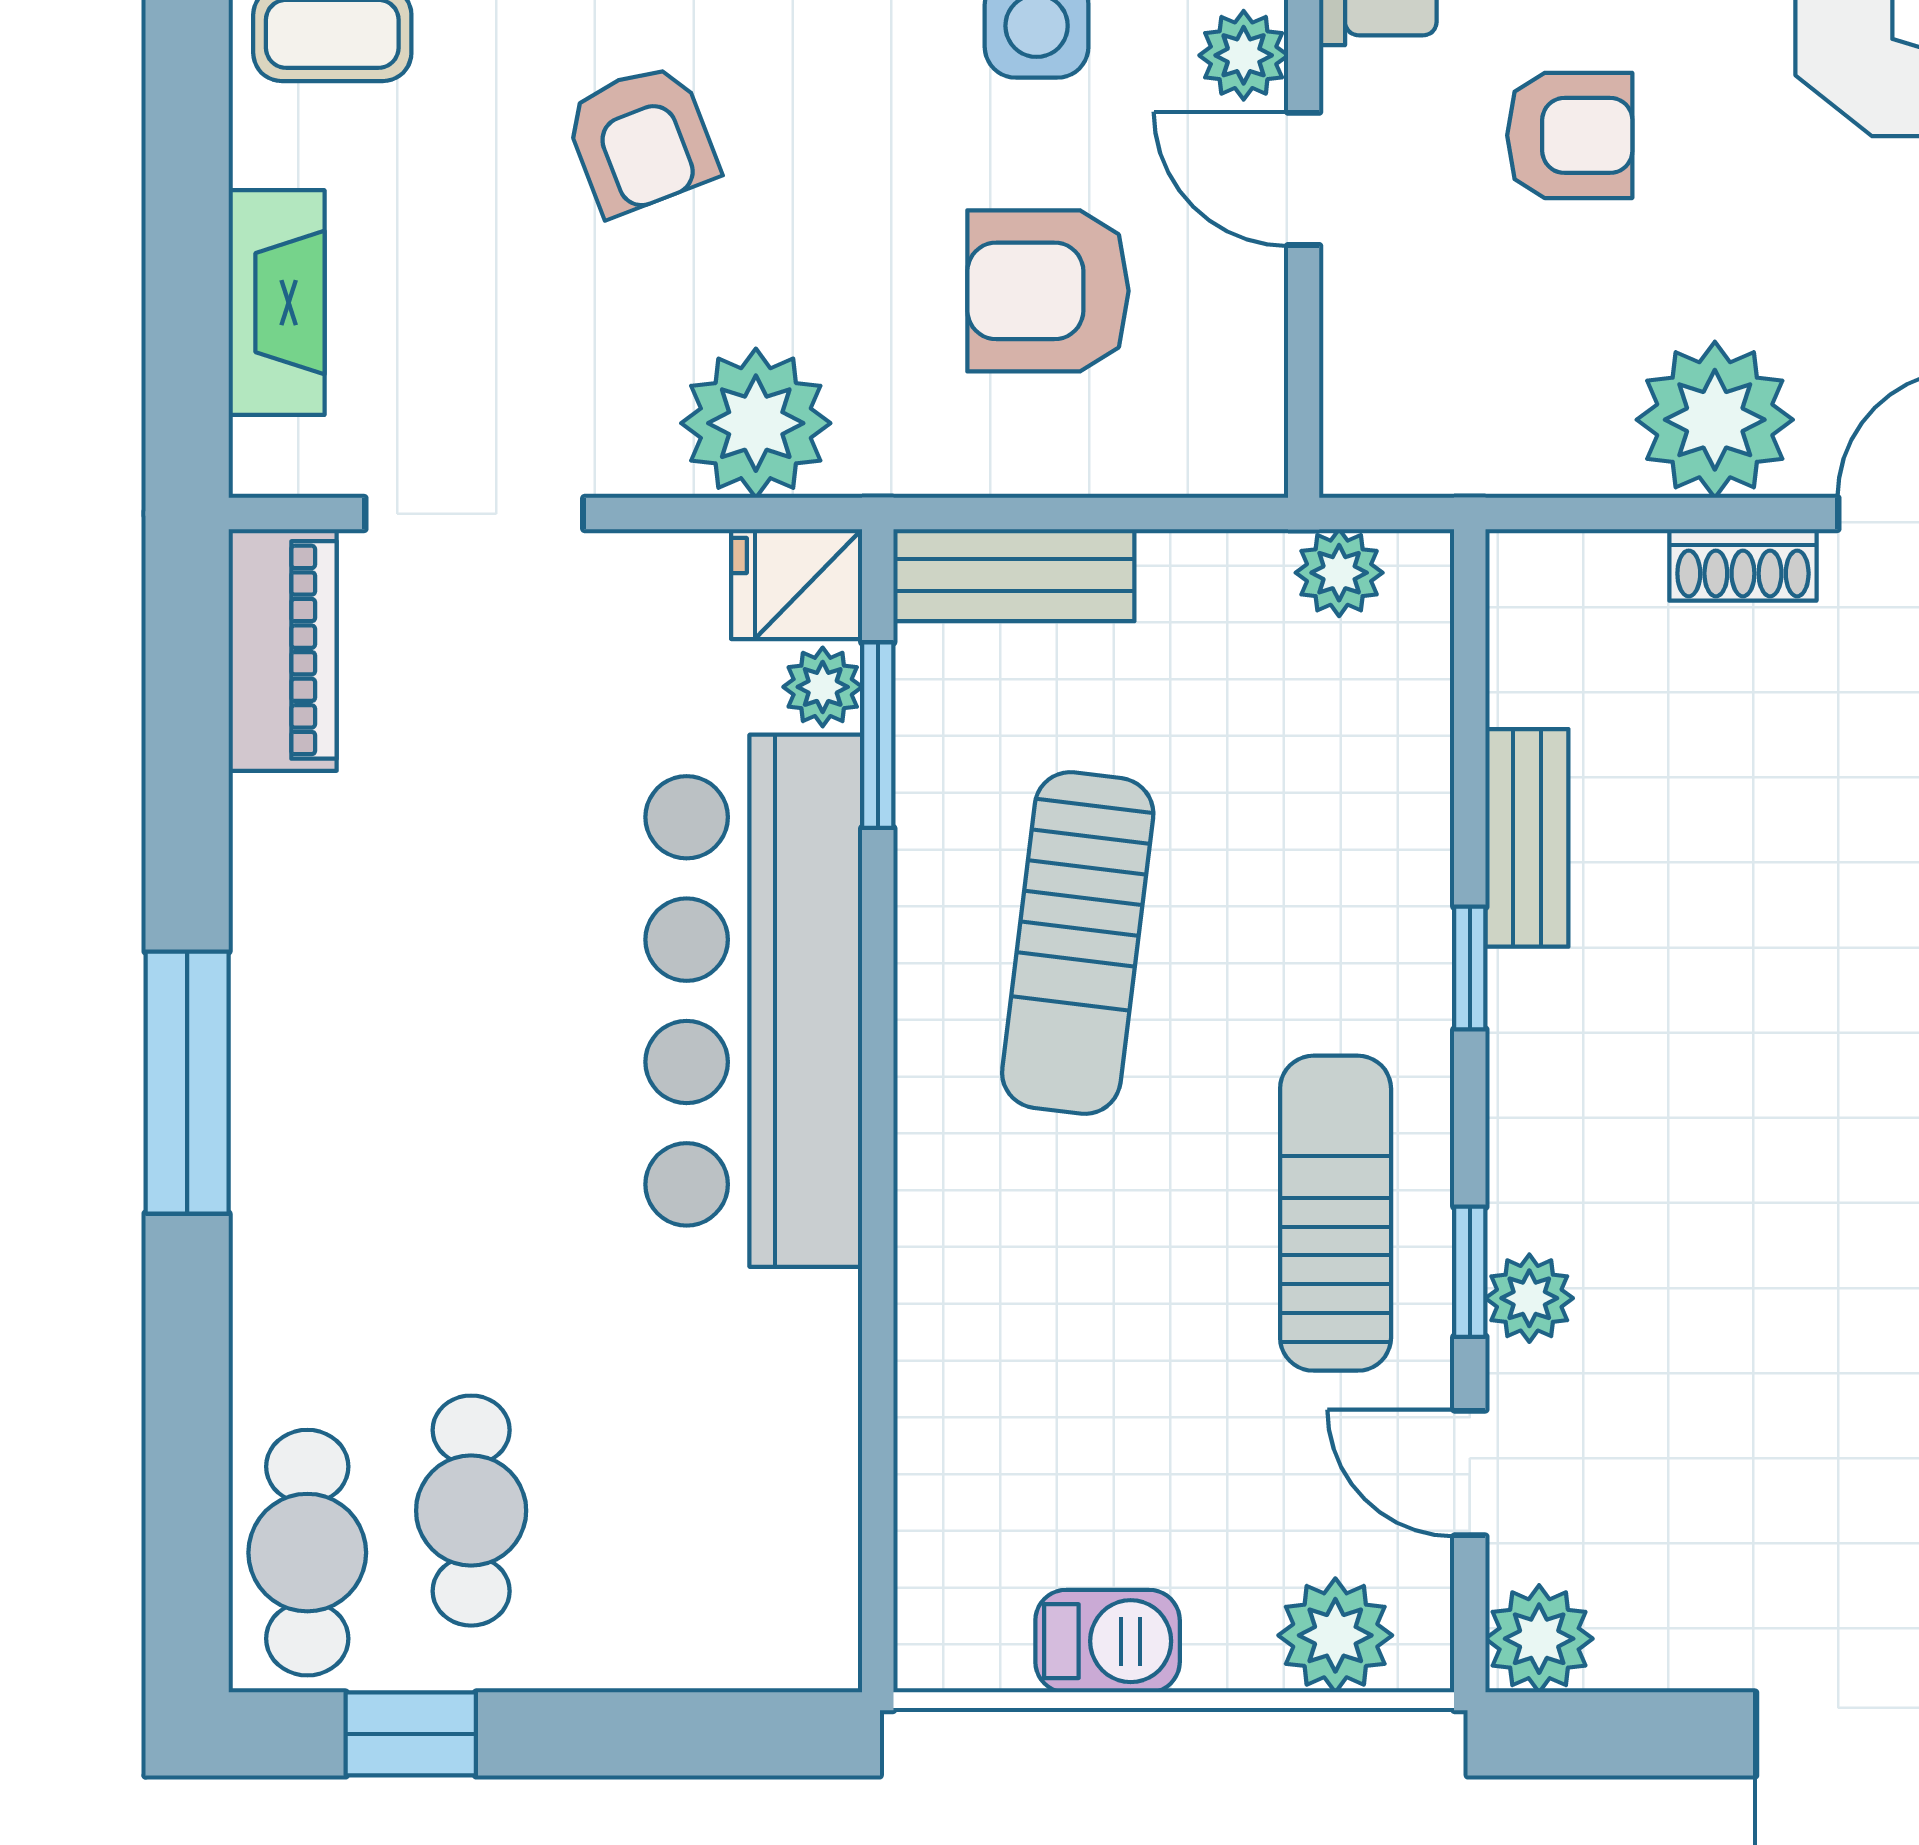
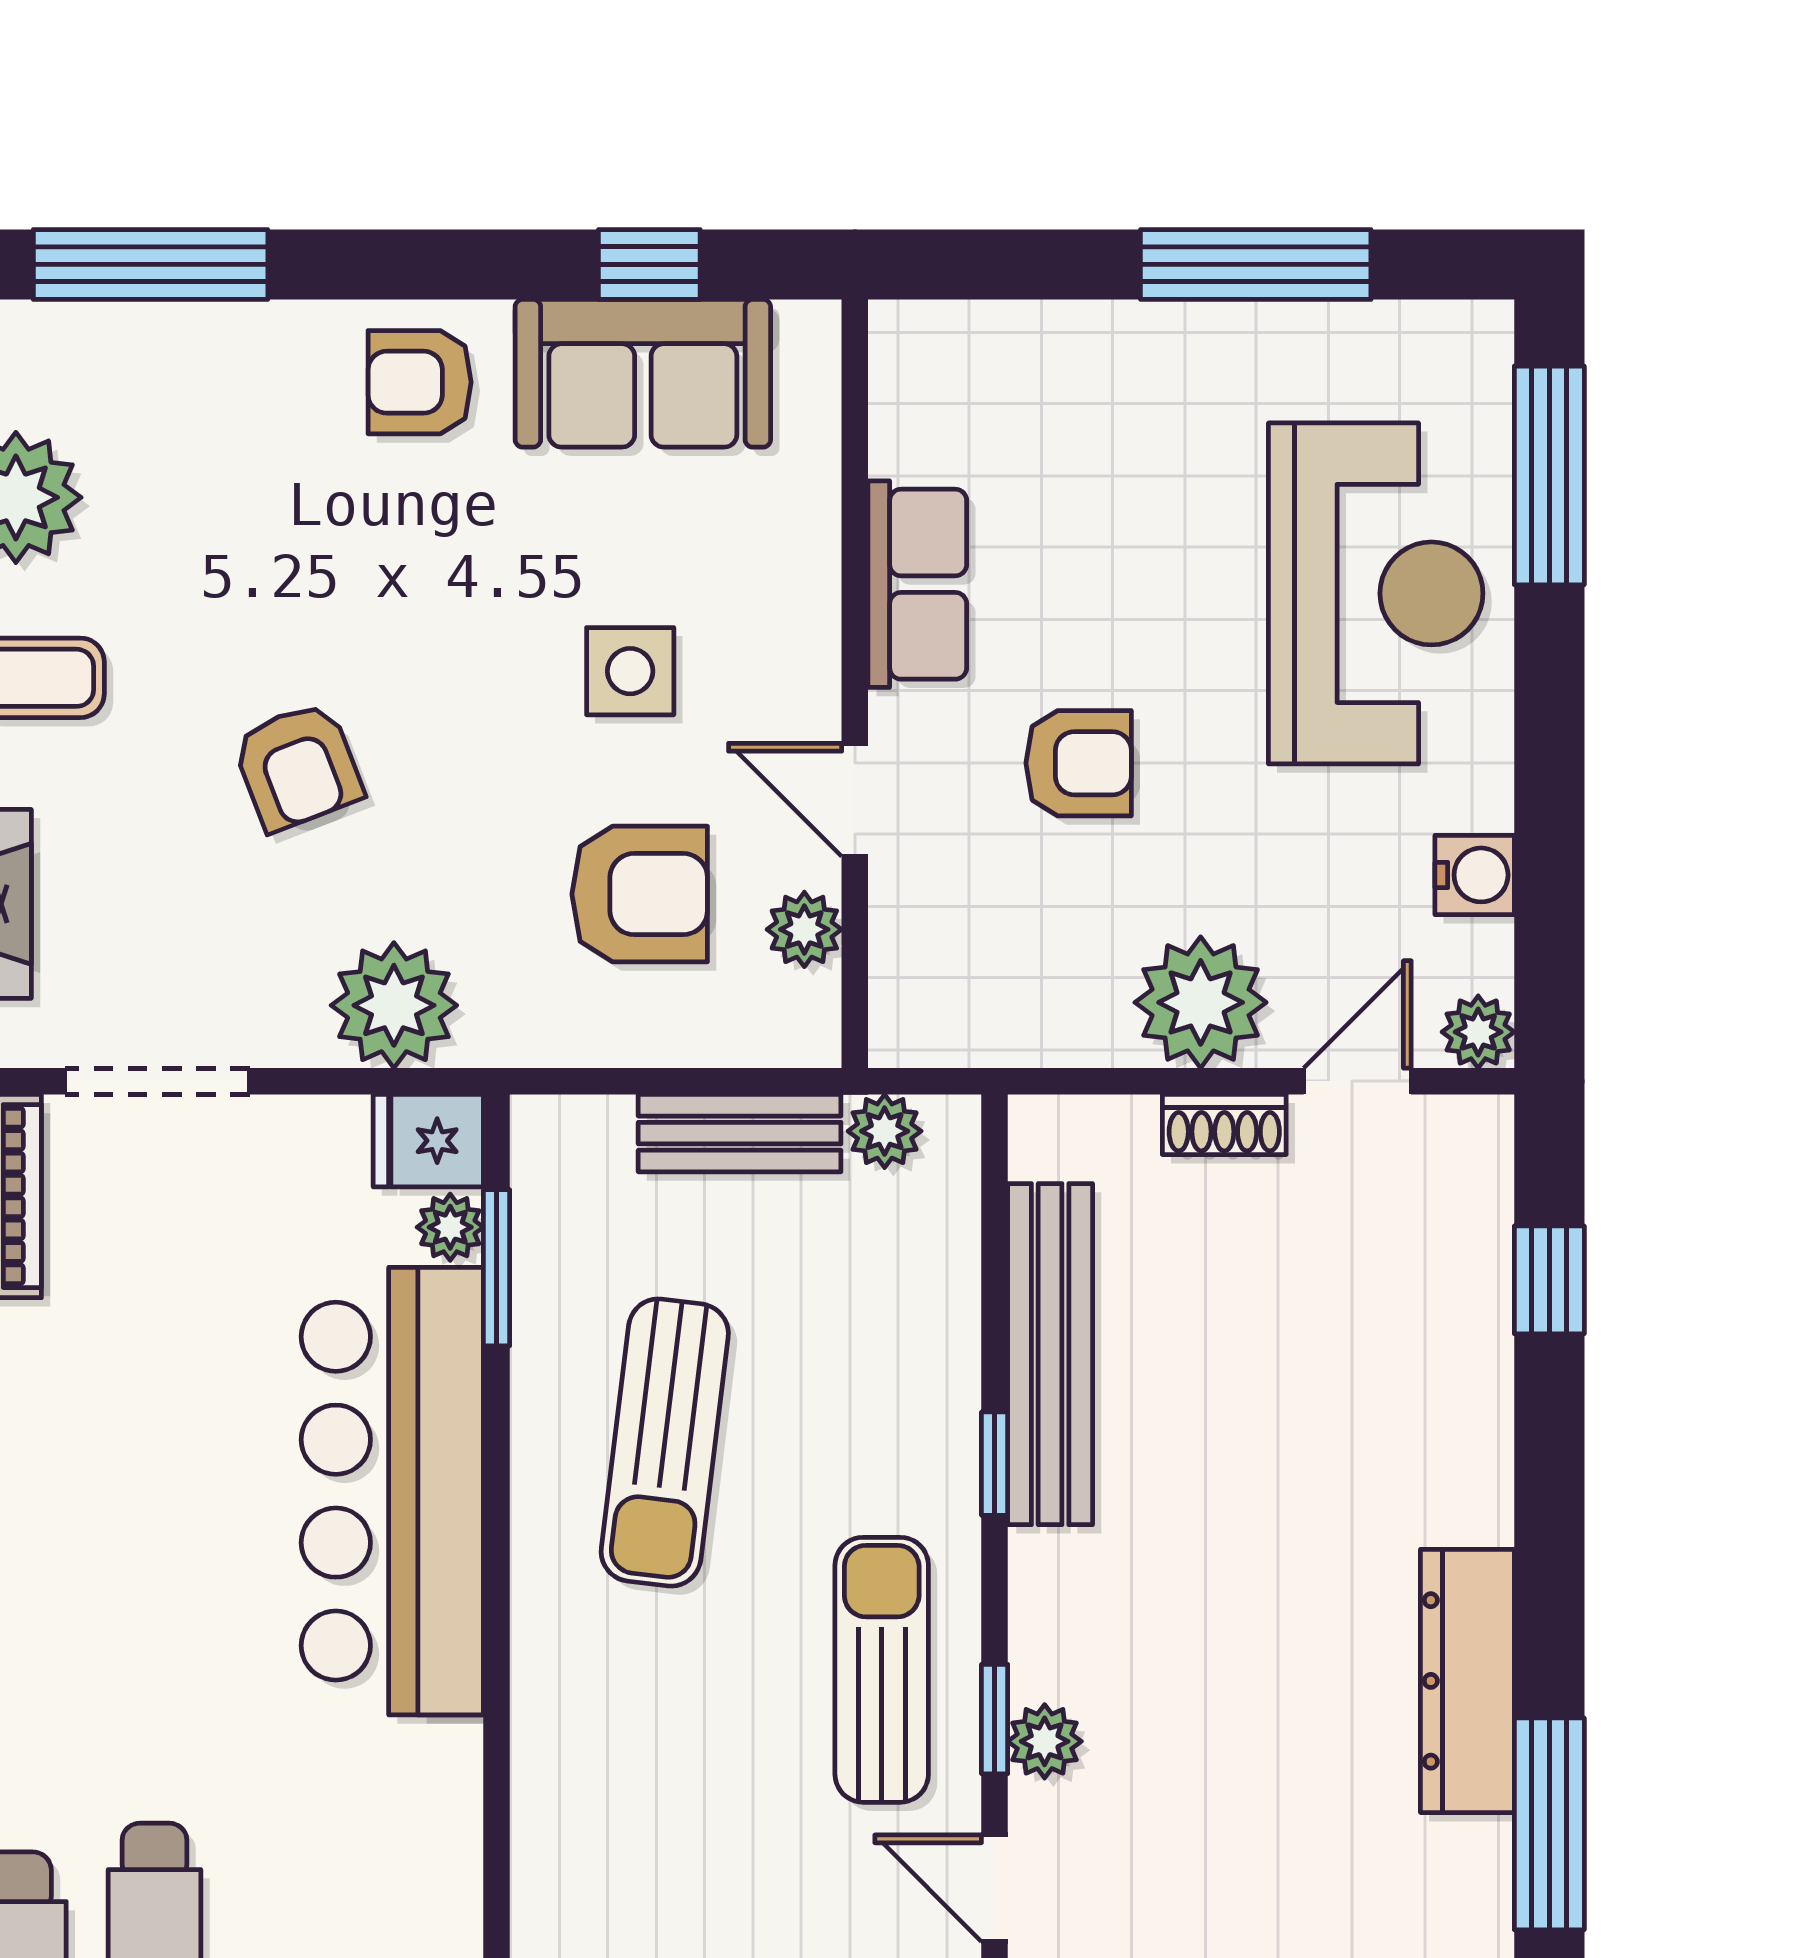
plant: (1244, 55) -> (804, 929), moved
armchair: (1048, 291) -> (640, 894), turned 180
bench: (1014, 575) -> (740, 1133), moved
bench: (1527, 838) -> (1050, 1354), width x1.86, depth x1.21

